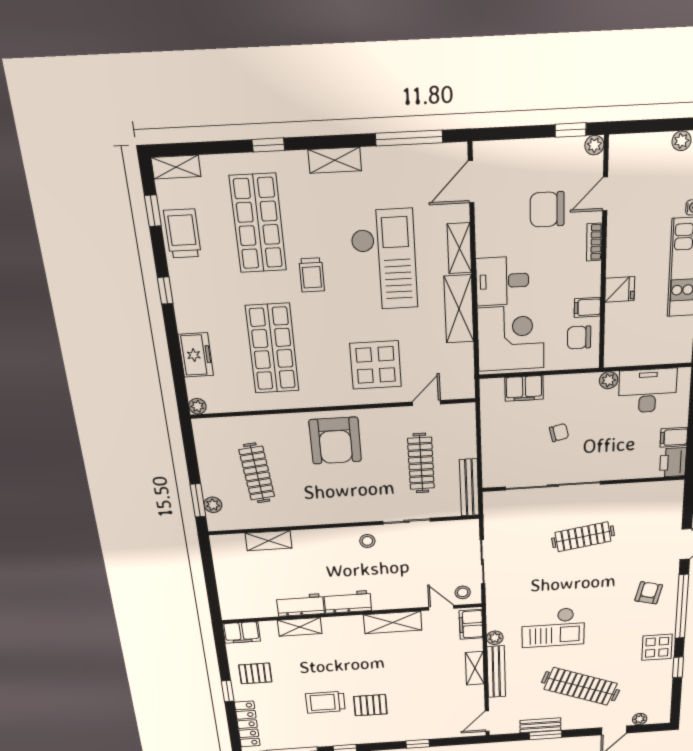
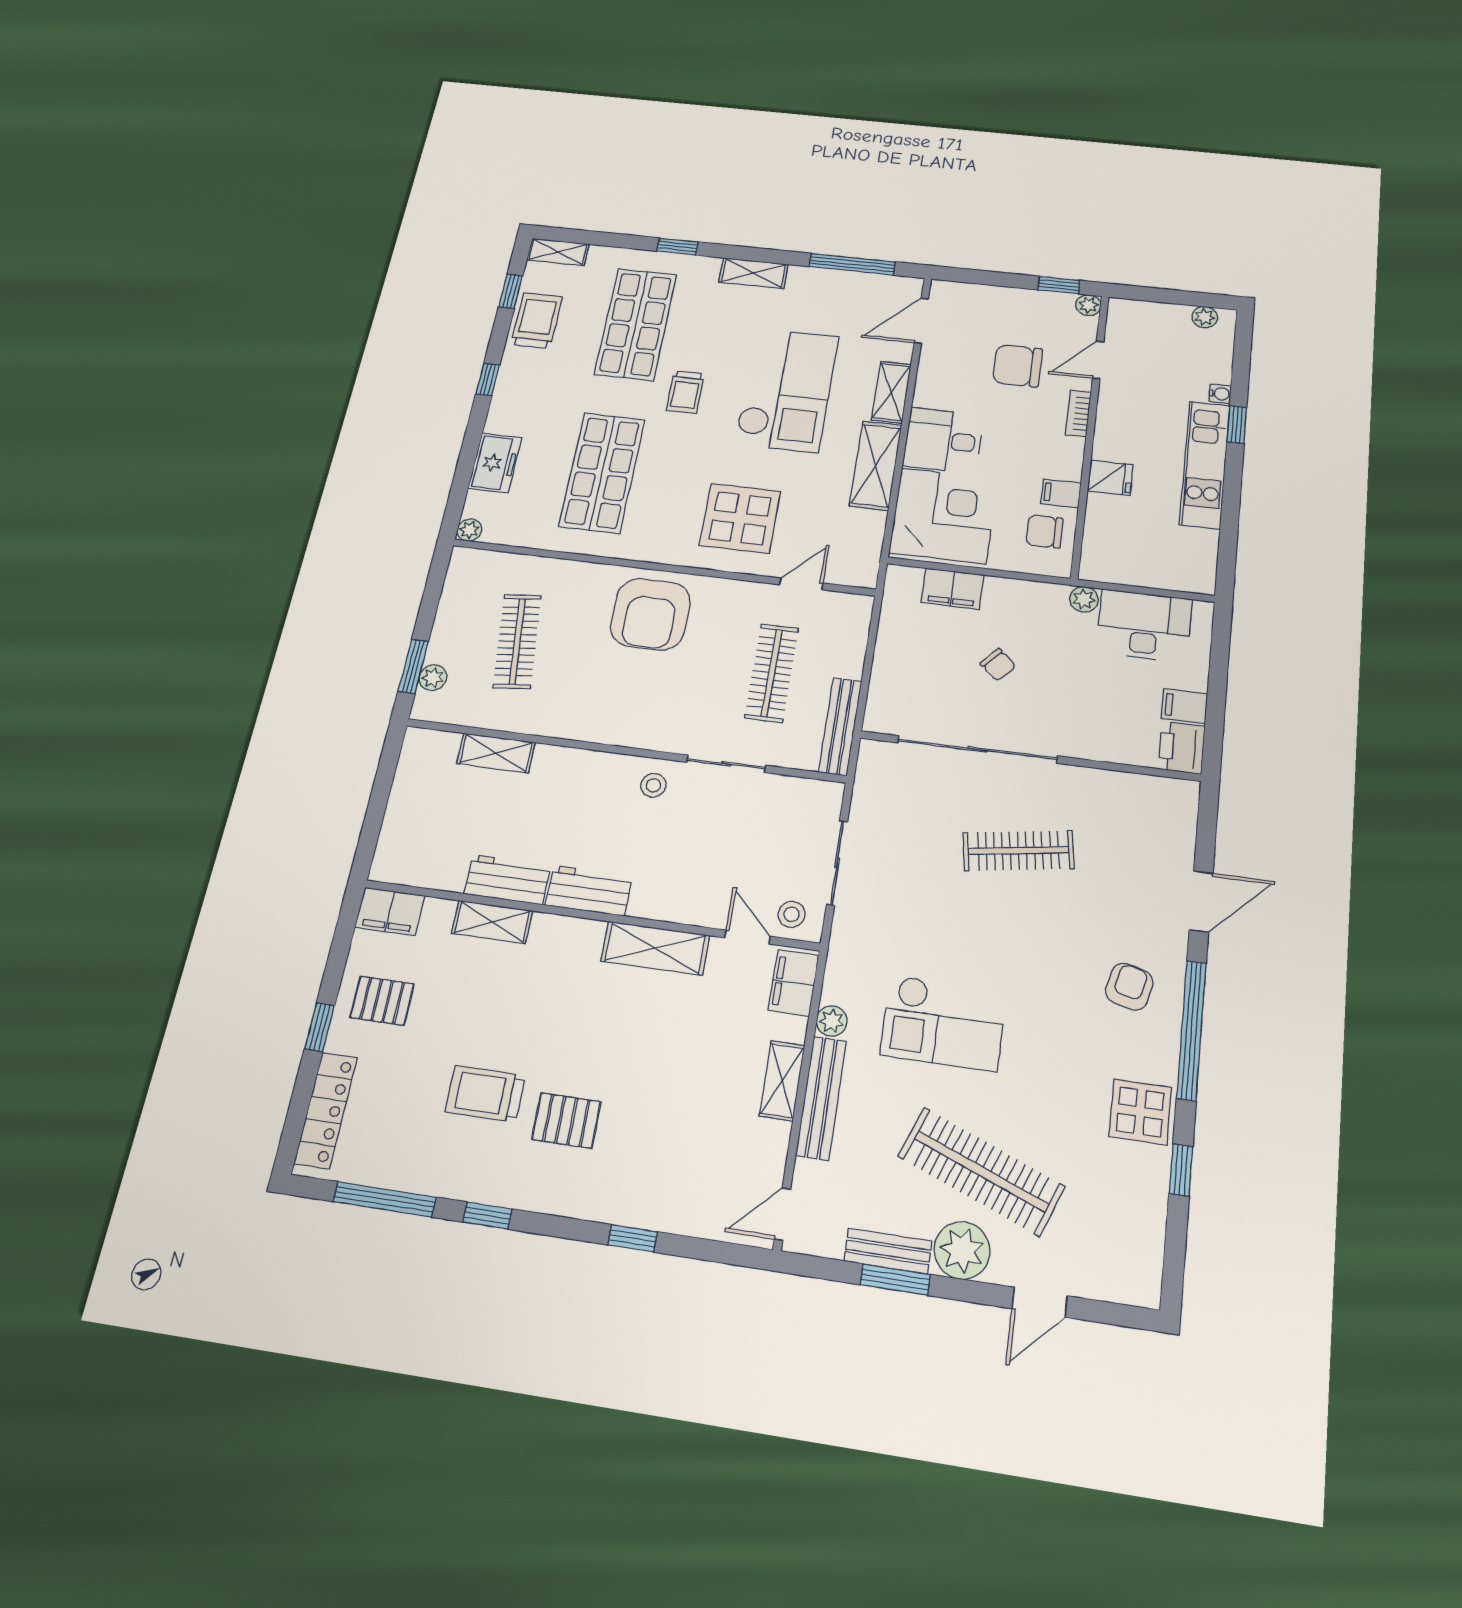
chair: (559, 433) -> (998, 665), turned 55
plant: (640, 719) -> (962, 1250), moved, width x1.88, depth x1.88

